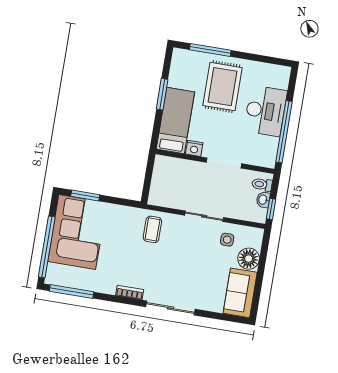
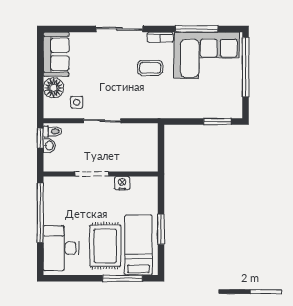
desk: (265, 111) -> (61, 248), moved
bed: (175, 121) -> (139, 245), moved, turned 180
toilet: (262, 184) -> (53, 131), moved
coffee table: (152, 229) -> (150, 68), moved, turned 90
corner sofa: (77, 232) -> (207, 55), moved, turned -90
window: (71, 291) -> (197, 29), moved

